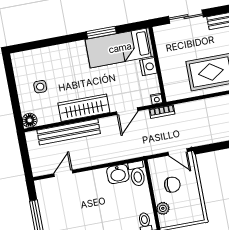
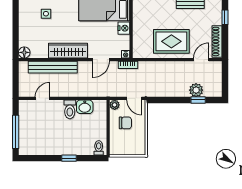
side table: (40, 87) -> (46, 14), moved
toilet: (137, 174) -> (70, 109), moved
plant: (163, 208) -> (115, 105), moved

